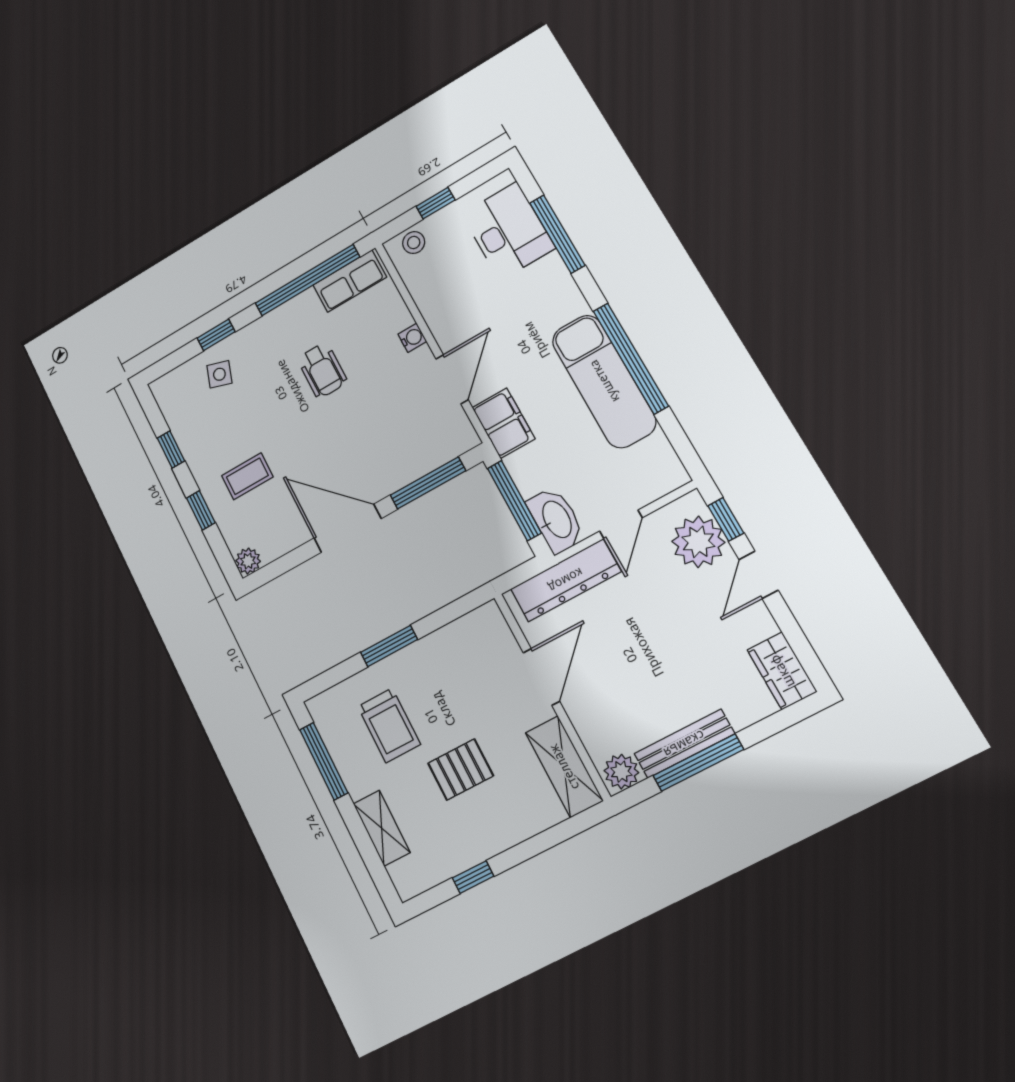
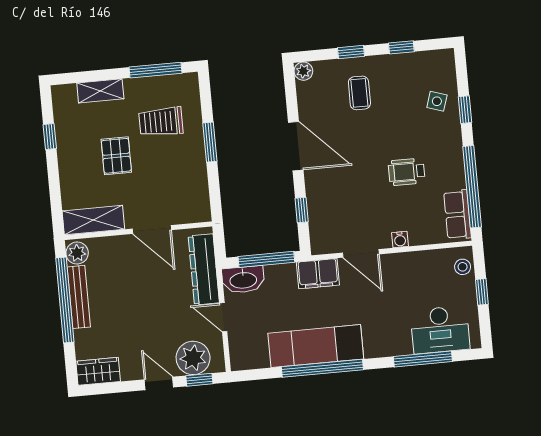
window: (428, 483) -> (302, 210), width x0.46
door: (348, 528) -> (296, 146), hinge flipped
window: (698, 763) -> (65, 300), width x1.46

